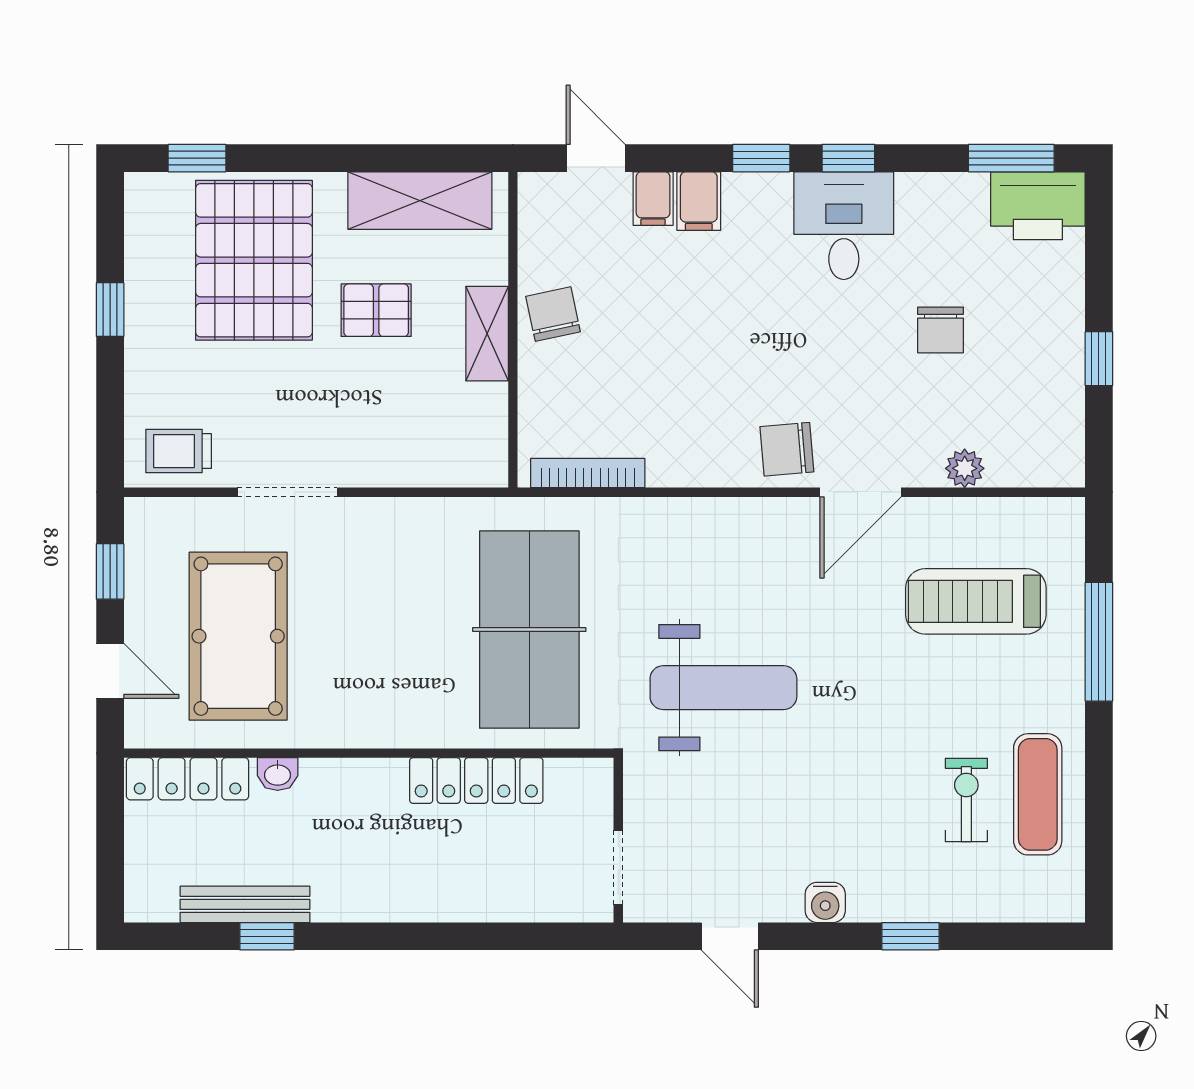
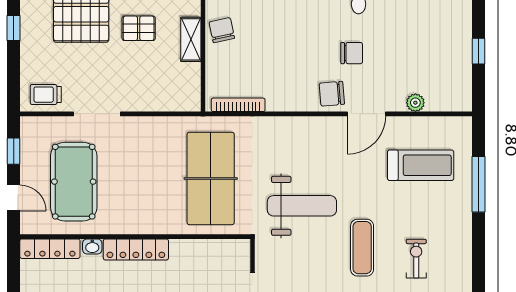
chair: (940, 330) -> (352, 53), moved, turned -90
treadmill: (976, 601) -> (421, 165), turned 180
locker: (476, 781) -> (136, 249), moved
exercise mat: (1038, 794) -> (362, 248), moved

